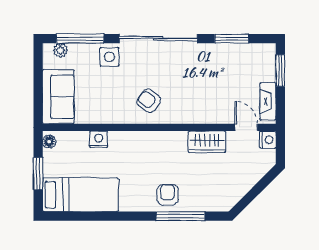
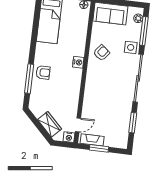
window: (280, 71) -> (99, 148), moved
armchair: (149, 101) -> (102, 53), moved
nightstand: (99, 139) -> (78, 62), moved
wardrobe: (207, 142) -> (50, 124), moved, turned 135

